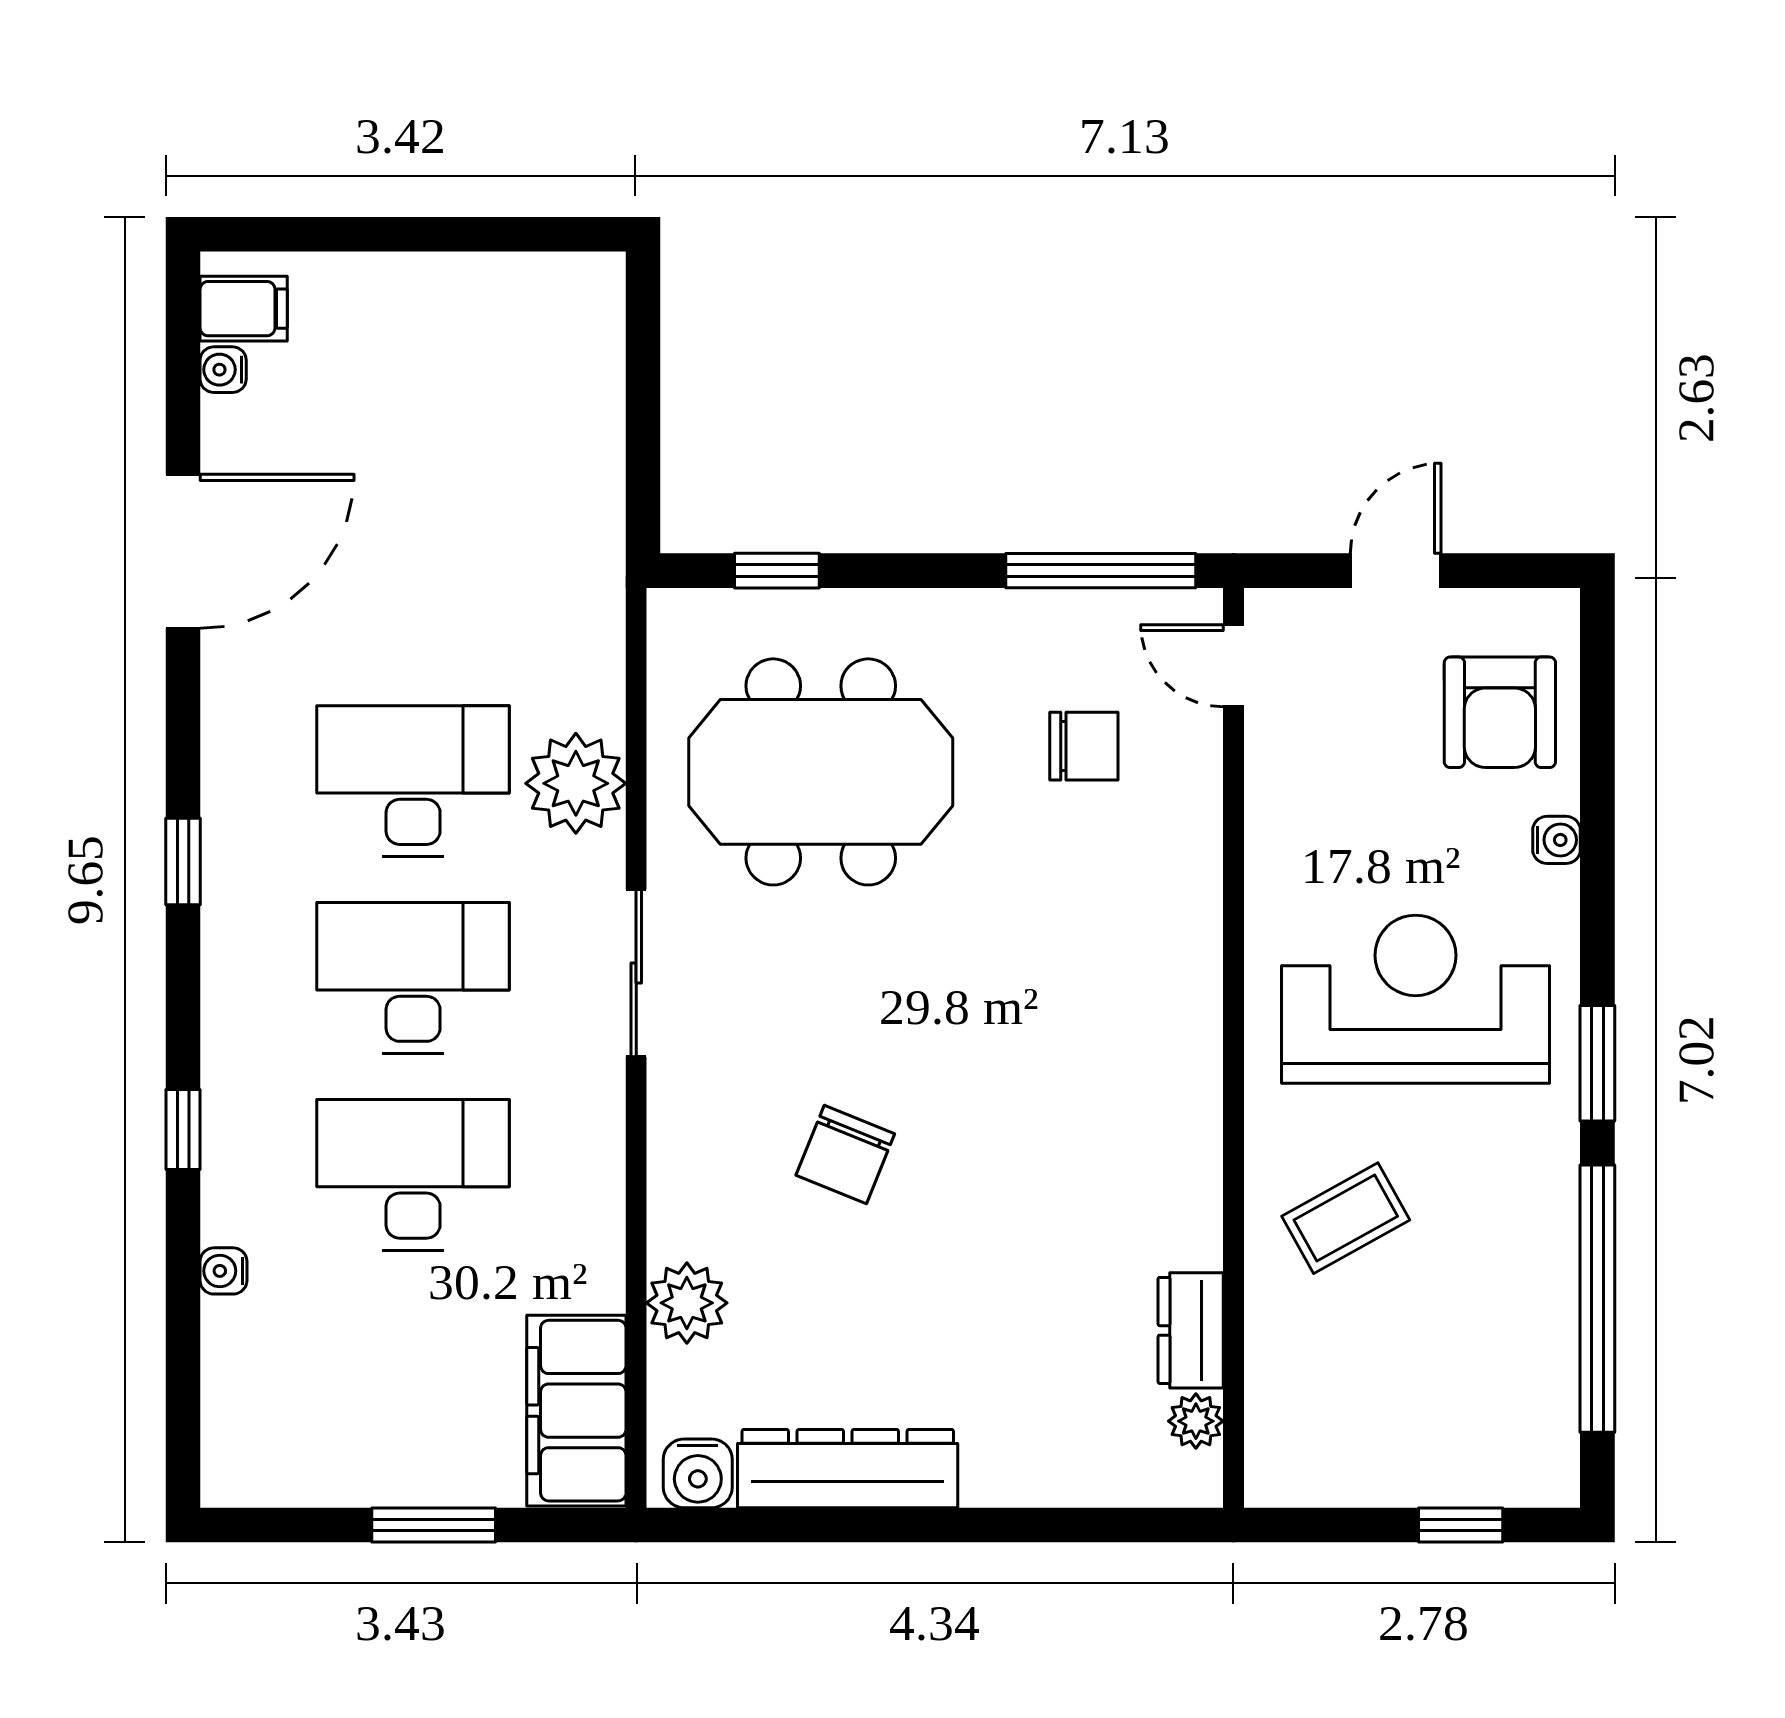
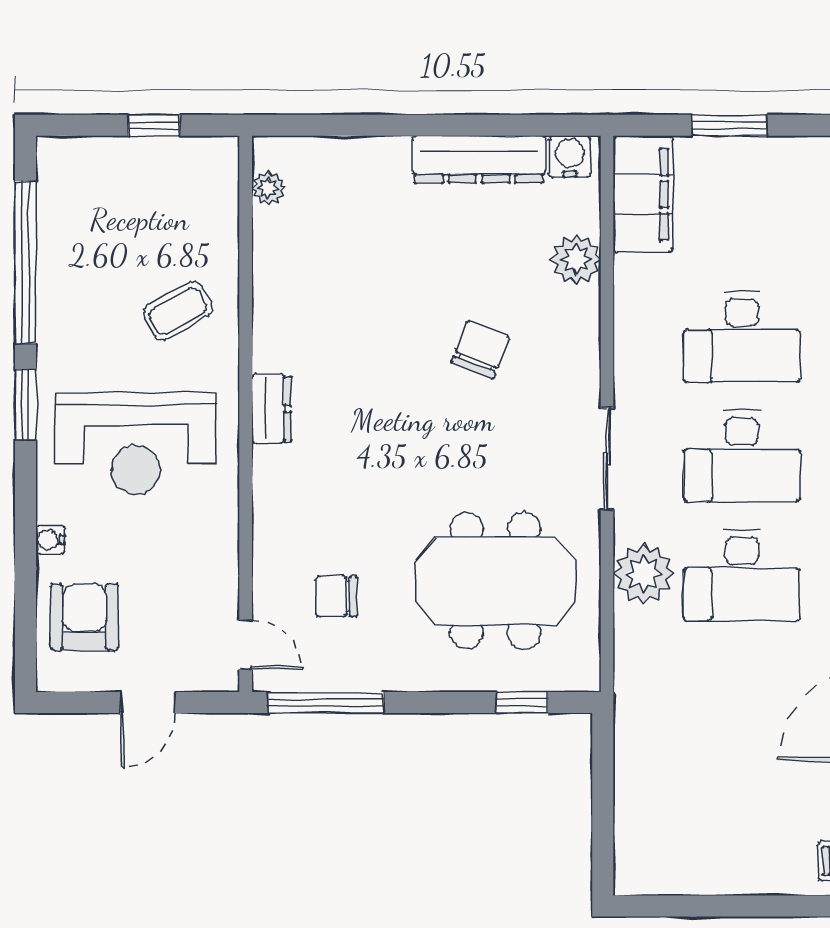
dresser: (1191, 1330) -> (272, 409), moved
window: (1461, 1525) -> (154, 125), moved

